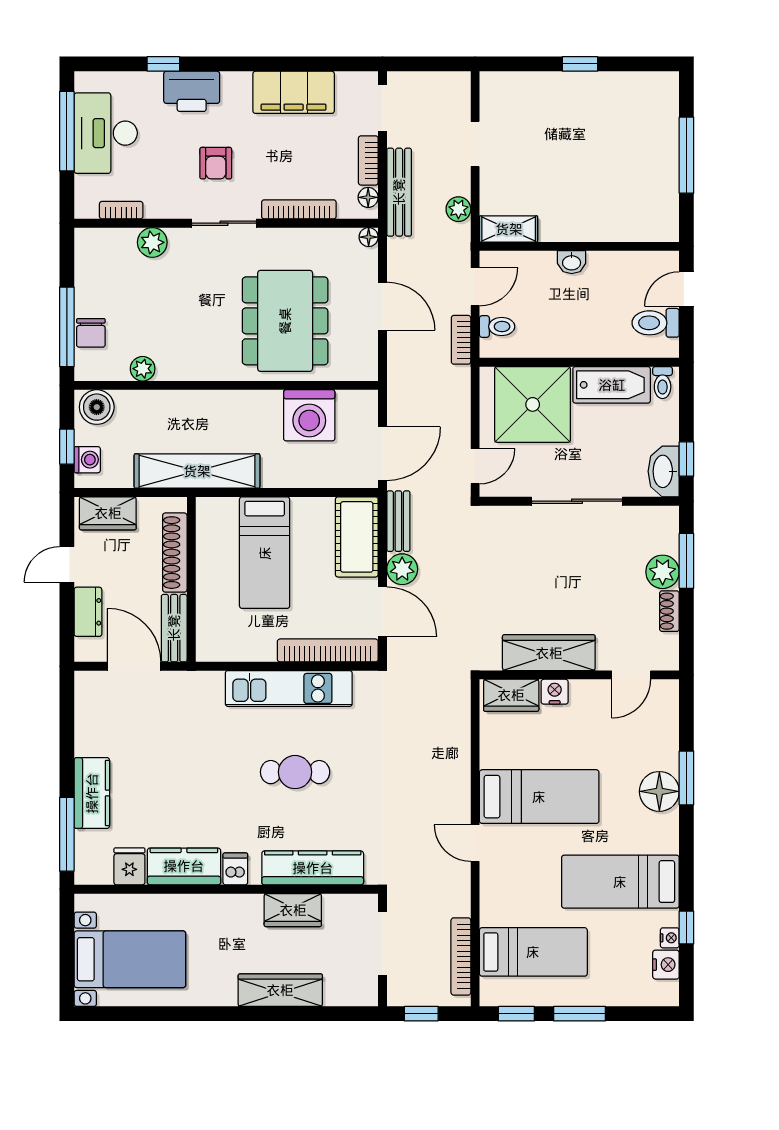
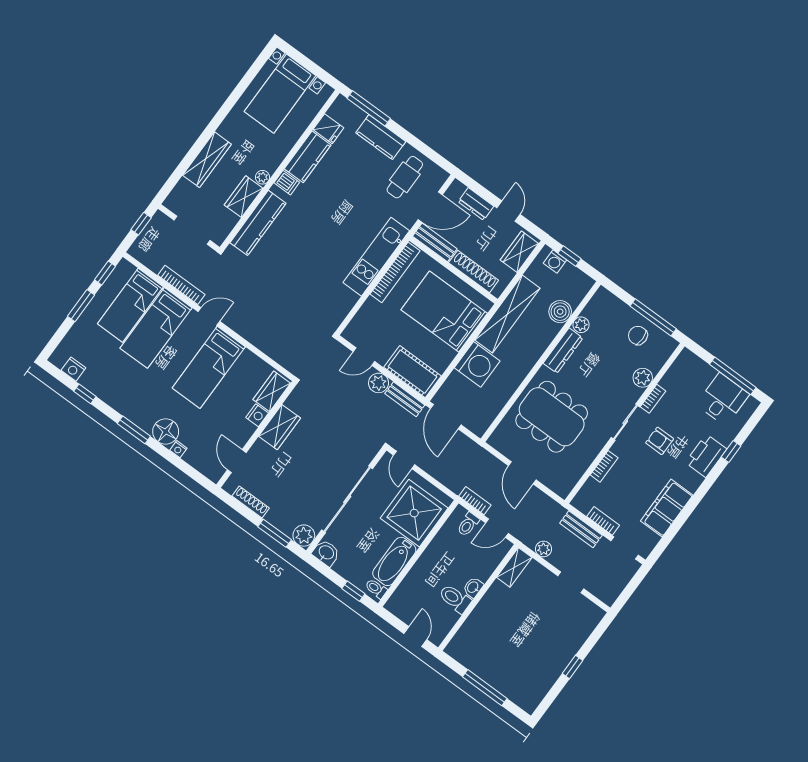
desk: (106, 133) -> (723, 399), width x0.73
bench: (399, 192) -> (581, 529), width x0.73
floor lamp: (368, 197) -> (584, 507), removed
bookcase: (299, 209) -> (604, 466), width x0.64
bookcase: (121, 210) -> (653, 399), moved
floor lamp: (369, 237) -> (563, 492), removed
door: (475, 287) -> (497, 528), hinge flipped
door: (382, 306) -> (522, 473), hinge flipped
toilet: (656, 323) -> (455, 599), moved, turned -90
window: (67, 327) -> (653, 317), moved
chair: (91, 333) -> (638, 335), moved
dresser: (192, 368) -> (563, 351), added
boiler: (97, 407) -> (560, 312), moved
washing machine: (309, 415) -> (477, 364), moved, turned 180
window: (686, 459) -> (353, 591), moved
washbasin: (664, 471) -> (326, 553), width x0.72
sliding door: (577, 501) -> (347, 499), width x1.36
bed: (265, 553) -> (444, 311), width x1.50
plant: (663, 572) -> (304, 536), moved
shoe rack: (669, 611) -> (251, 502), width x1.43
door: (382, 612) -> (364, 357), width x0.73
bookcase: (328, 650) -> (395, 272), moved
wardrobe: (549, 653) -> (280, 427), width x0.67
kitchen unit: (289, 688) -> (376, 257), moved
cafe table: (295, 772) -> (405, 177), moved
window: (686, 778) -> (134, 430), moved
bed: (620, 882) -> (156, 328), moved, turned 180
plant: (251, 904) -> (262, 177), added
nightstand: (670, 938) -> (178, 449), moved
bookcase: (461, 956) -> (181, 285), moved

